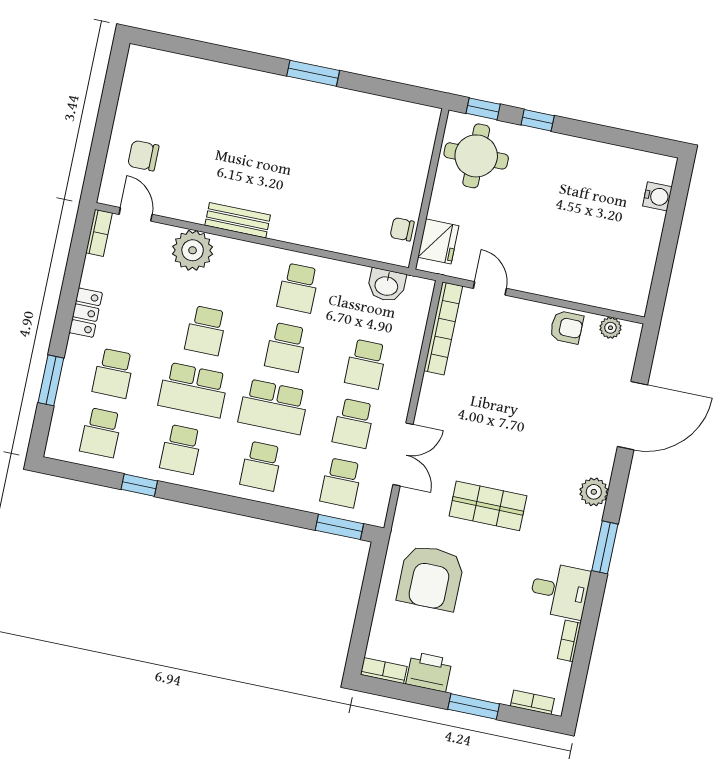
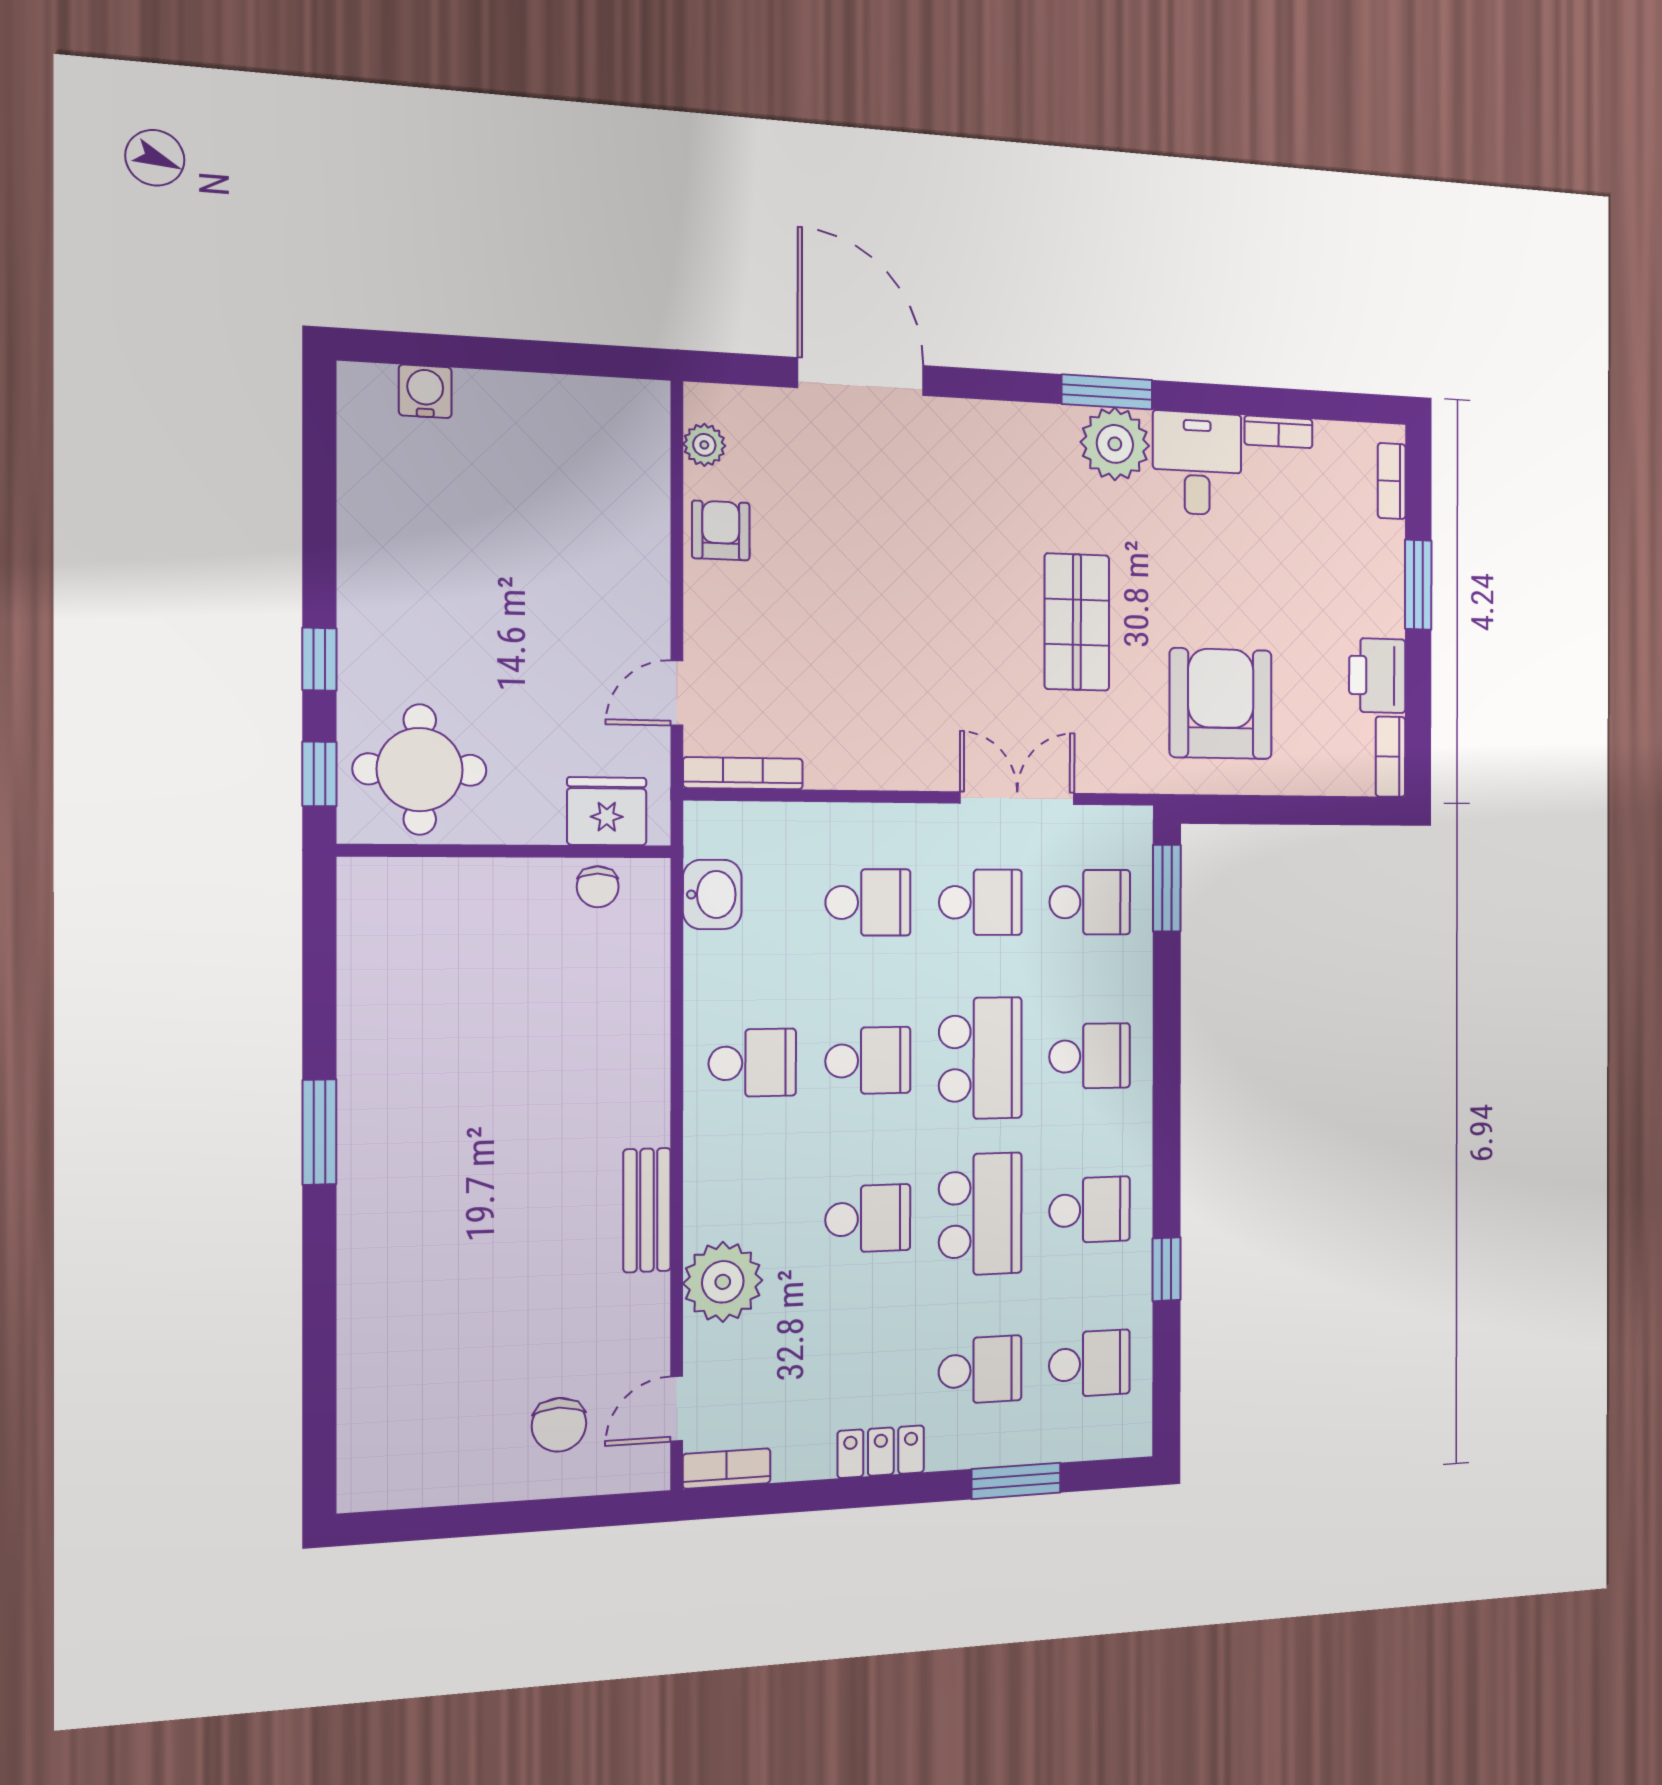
bookcase: (443, 328) -> (743, 773), width x0.68, depth x0.76
plant: (594, 492) -> (1115, 444), moved, width x1.36, depth x1.36
armchair: (431, 578) -> (1221, 704), turned -90

